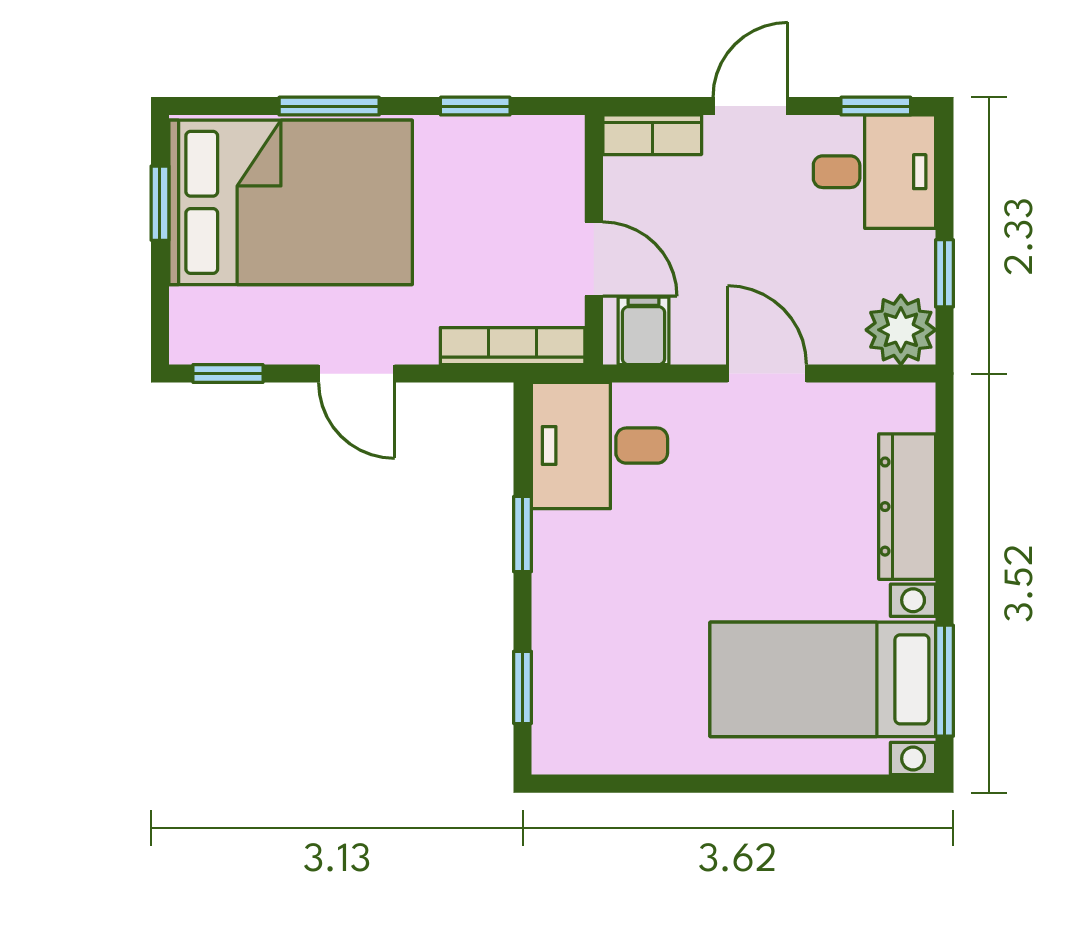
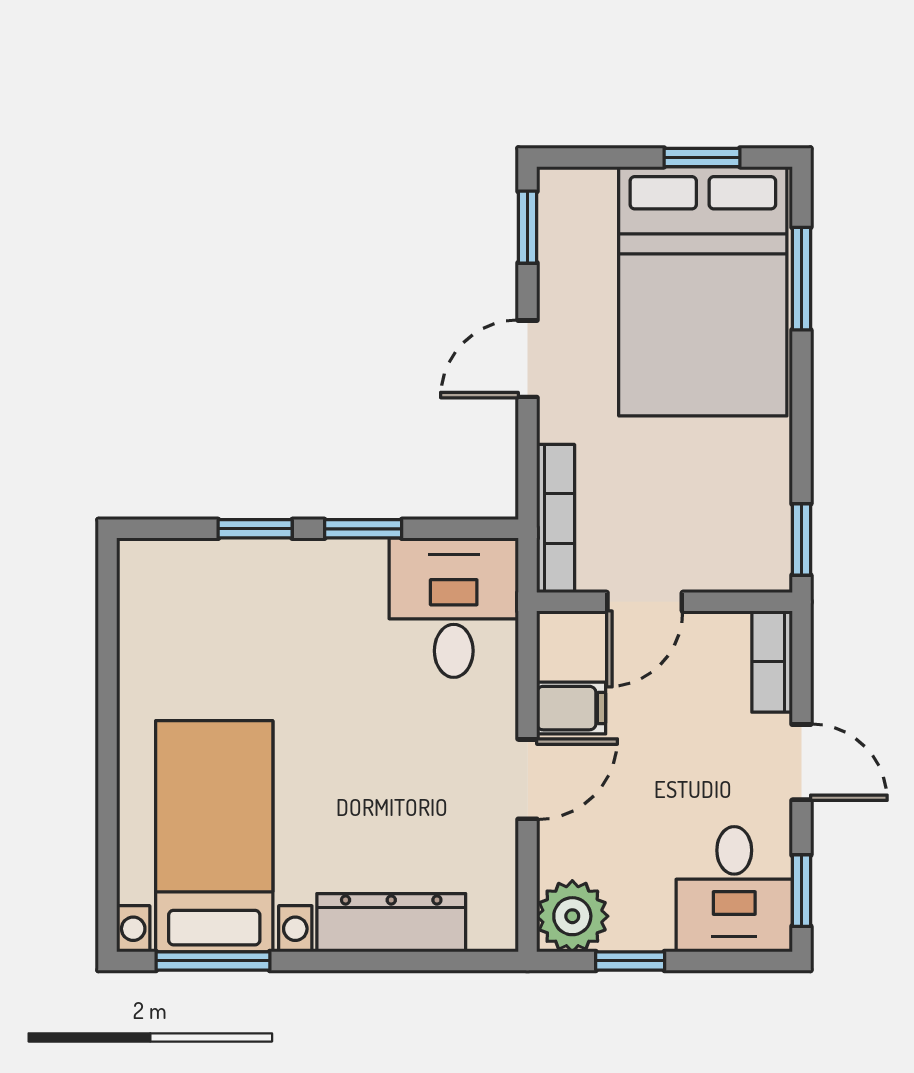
window: (329, 106) -> (801, 279), moved
window: (475, 106) -> (801, 540), moved
filing cabinet: (643, 331) -> (571, 708), moved
window: (523, 687) -> (255, 529), moved

